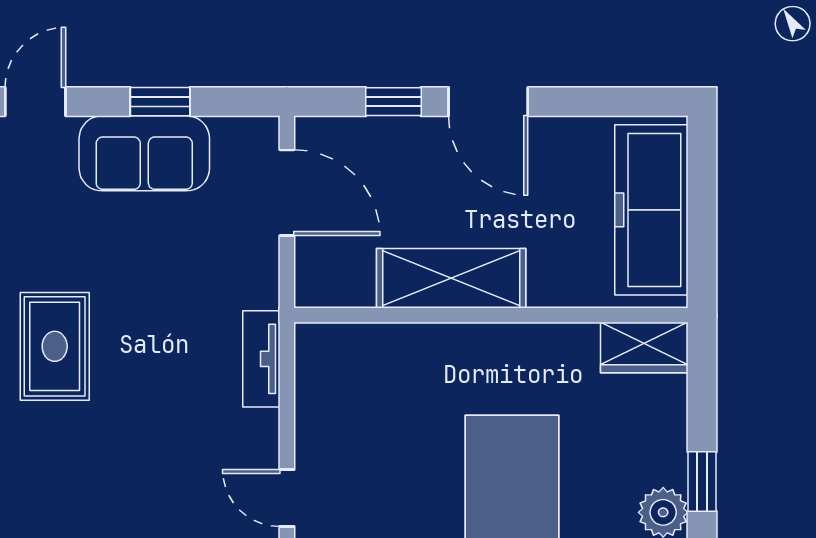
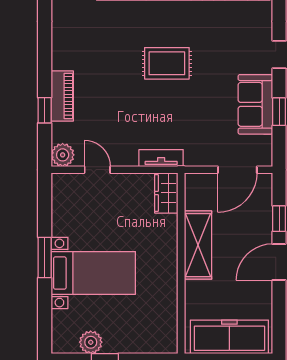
wardrobe: (644, 347) -> (166, 193), moved
door: (287, 498) -> (97, 170), hinge flipped

